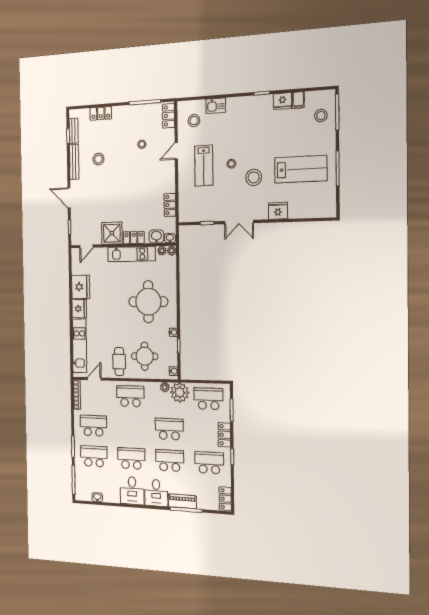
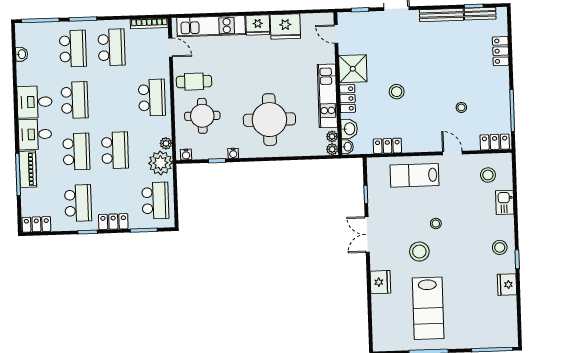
filing cabinet: (298, 100) -> (507, 303), removed
stool: (321, 116) -> (500, 247), moved
stool: (98, 159) -> (397, 92), moved
lab bench: (204, 166) -> (414, 175), moved

